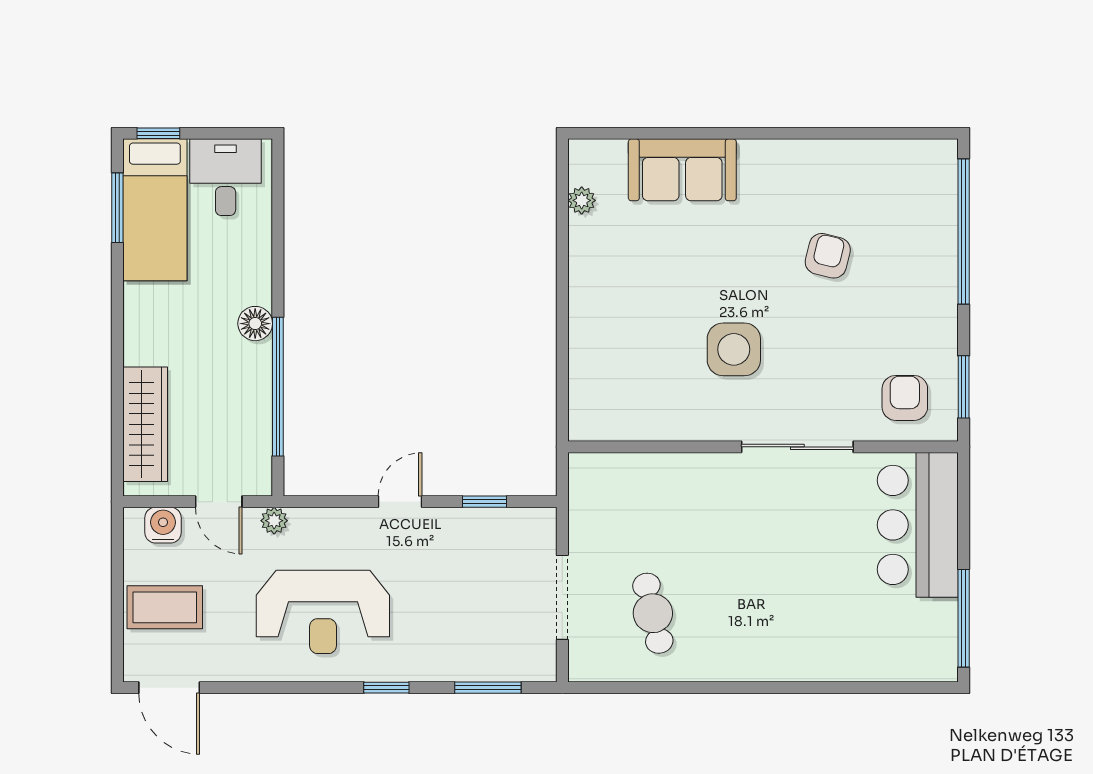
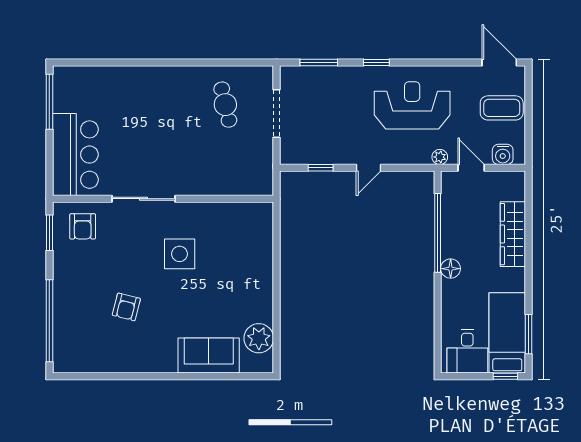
plant: (582, 200) -> (259, 338), width x1.88, depth x1.88
wardrobe: (145, 424) -> (513, 234), moved

